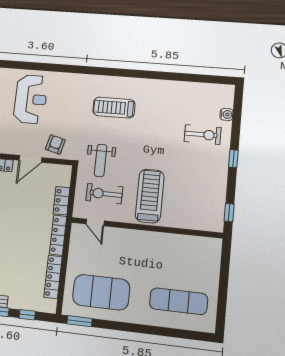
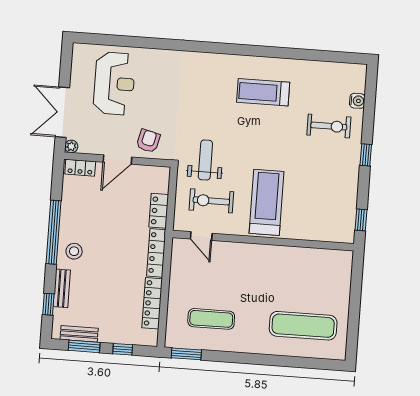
treadmill: (114, 108) -> (263, 92), moved
weight bench: (101, 160) -> (205, 160), turned 180
exercise mat: (101, 292) -> (211, 319), width x0.50, depth x0.69

